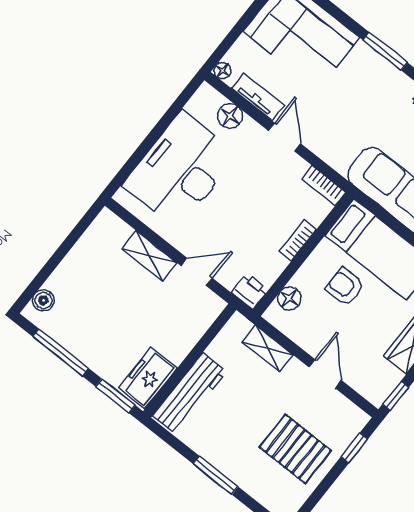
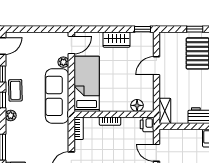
armchair: (345, 287) -> (114, 86), removed
shelving: (268, 348) -> (165, 111), moved
window: (354, 448) -> (195, 29), moved

